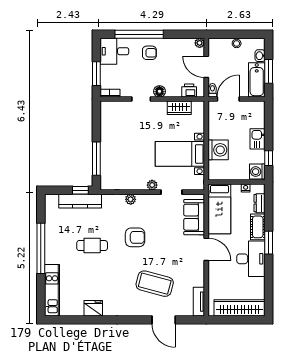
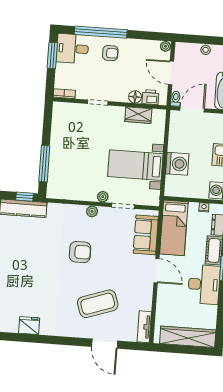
window: (96, 74) -> (52, 55), moved
floor lamp: (159, 91) -> (135, 97), moved
plant: (131, 199) -> (92, 211), moved
cafe table: (92, 246) -> (33, 257), removed
coffee table: (155, 284) -> (98, 304), turned -34

